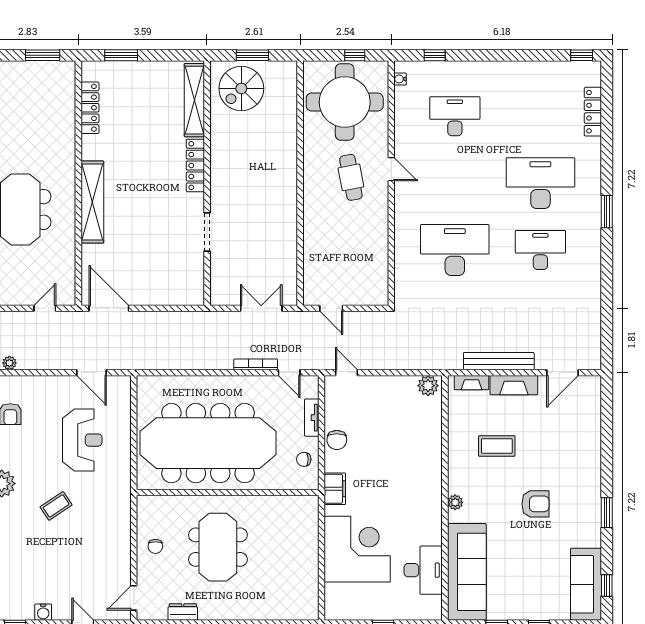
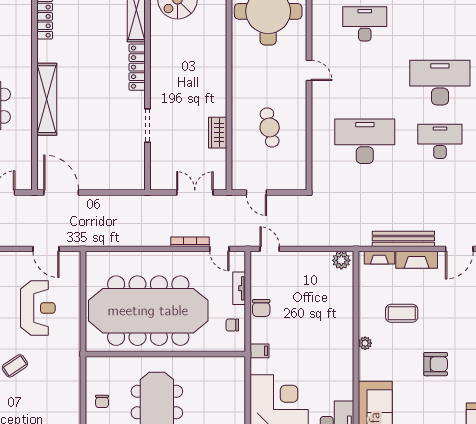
cafe table: (351, 177) -> (270, 127), moved
wardrobe: (287, 240) -> (218, 133), added
filing cabinet: (335, 489) -> (259, 351), width x0.50
plant: (455, 502) -> (365, 343), moved

